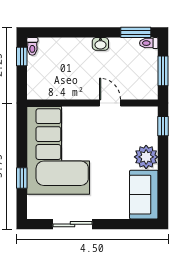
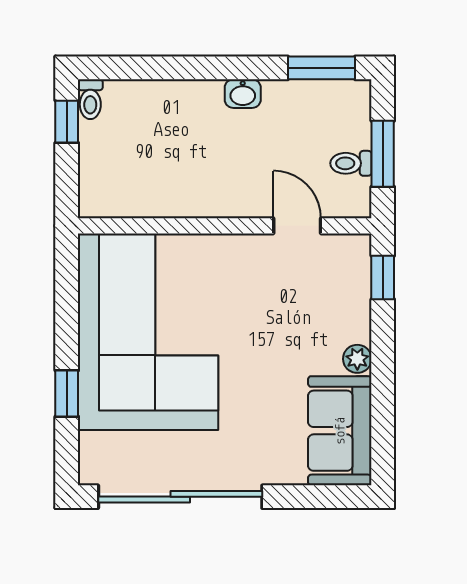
toilet: (149, 43) -> (351, 163), moved
door: (110, 103) -> (297, 226), moved
plant: (146, 157) -> (357, 359), width x0.53, depth x0.53
sliding door: (72, 224) -> (180, 497), width x1.86

